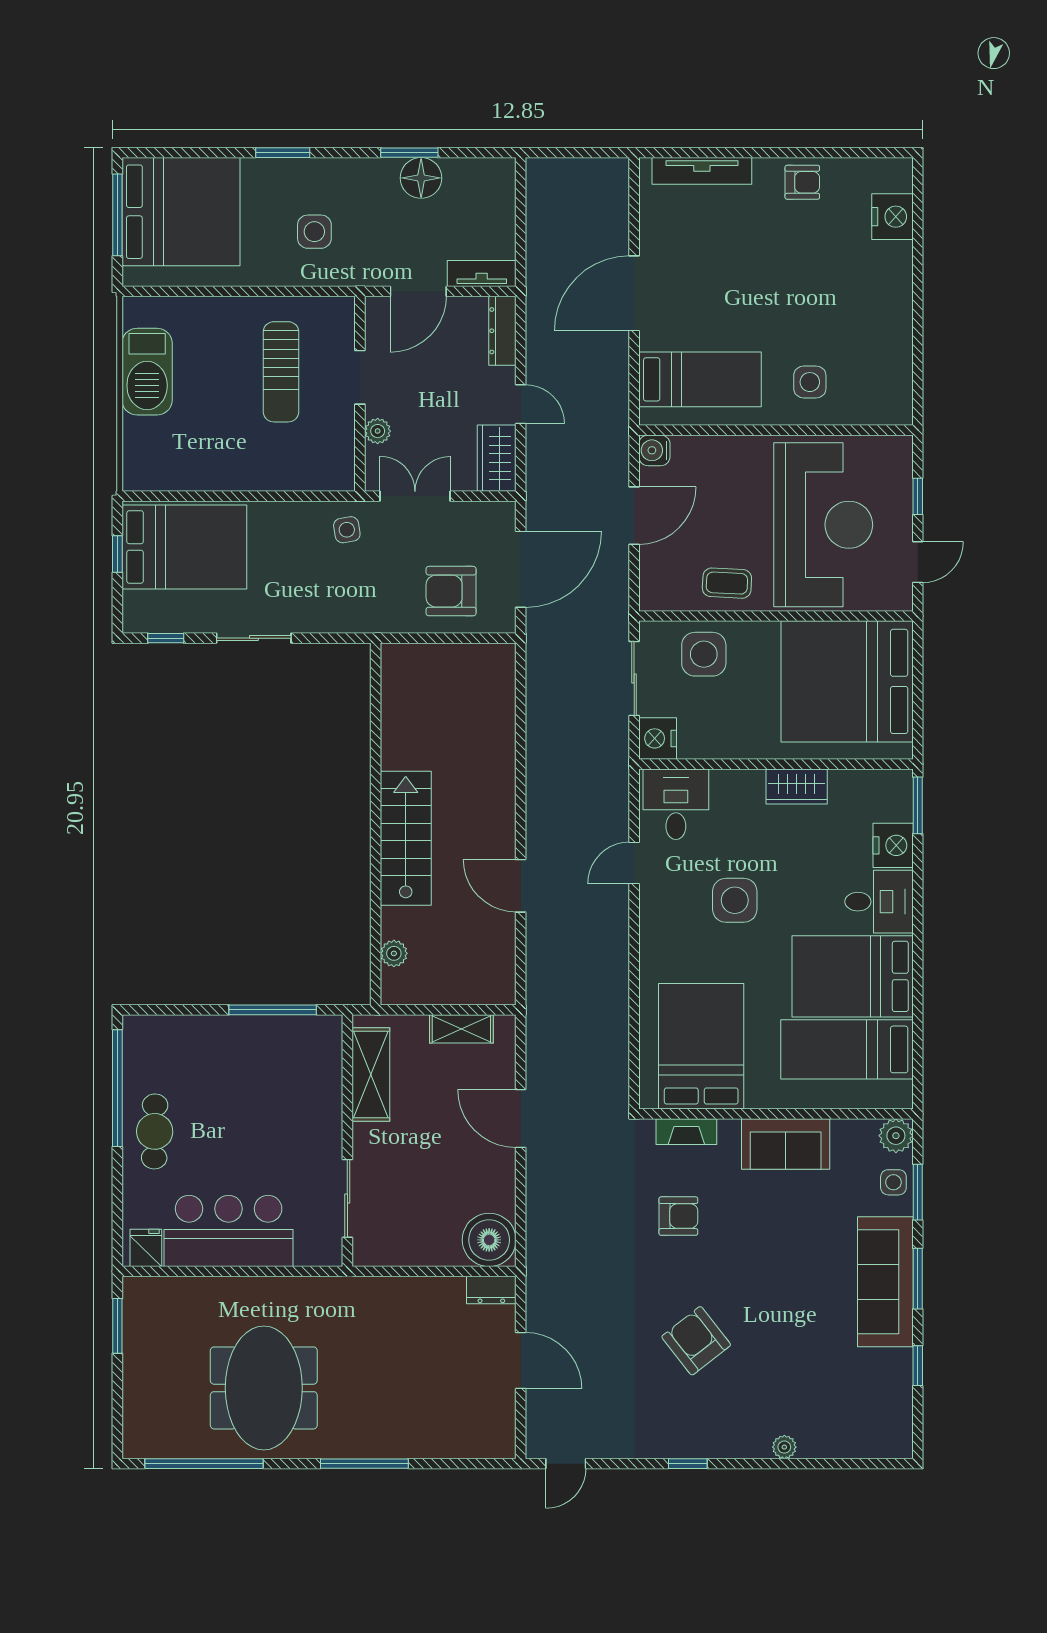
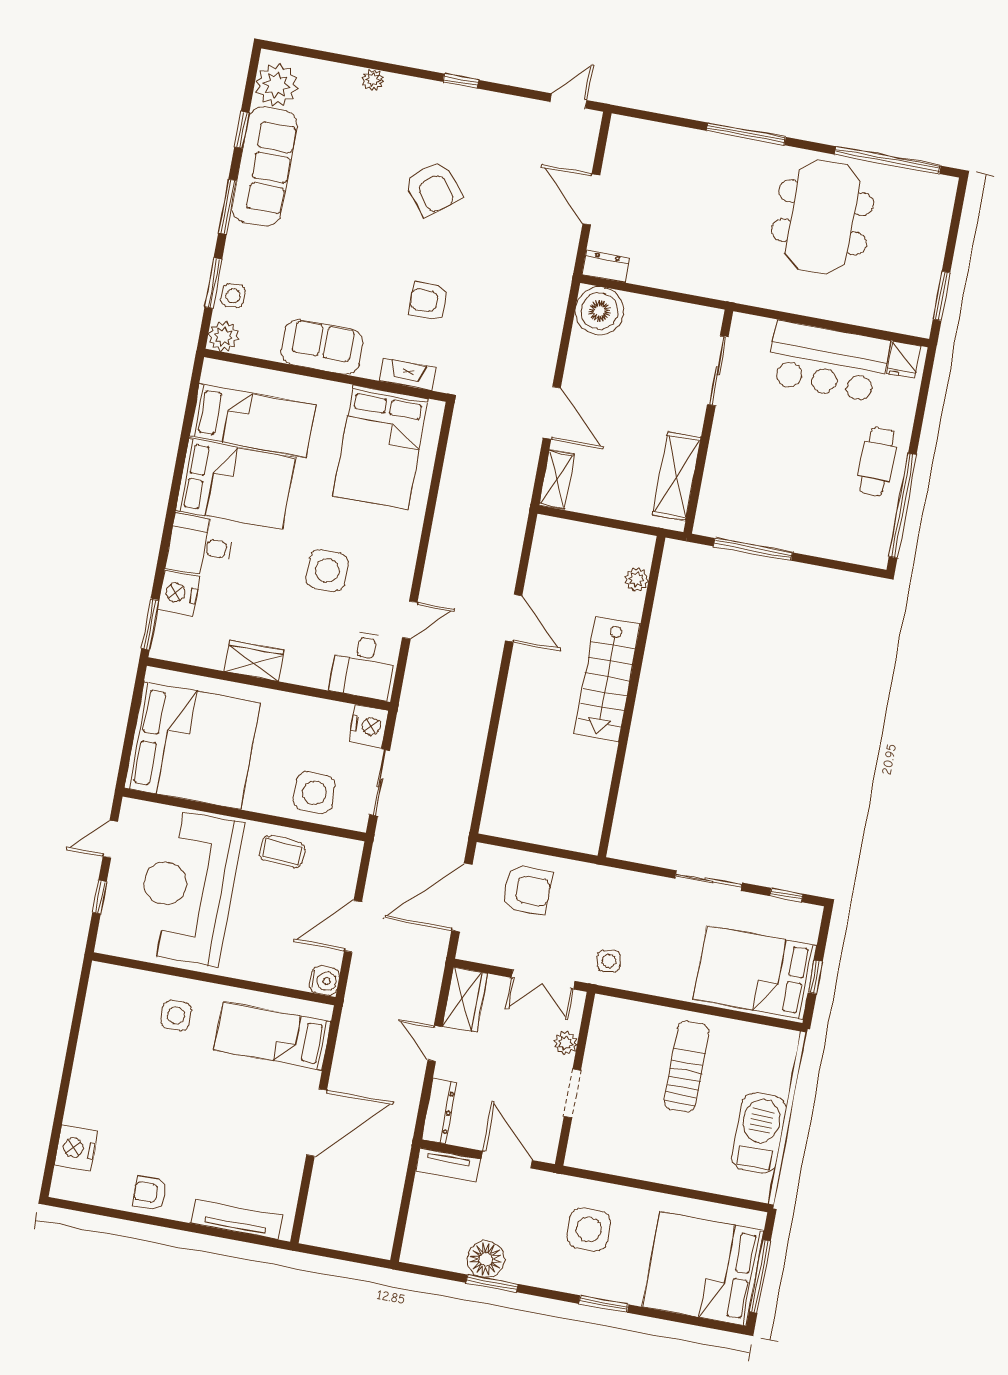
side table: (314, 232) -> (589, 1229), width x1.37, depth x1.37
door: (418, 291) -> (507, 1160), hinge flipped
sun lounger: (281, 372) -> (687, 1067), moved
shelving: (461, 1029) -> (557, 480), moved, turned 90
sofa: (885, 1282) -> (265, 166), moved
plant: (889, 1422) -> (276, 85), added

